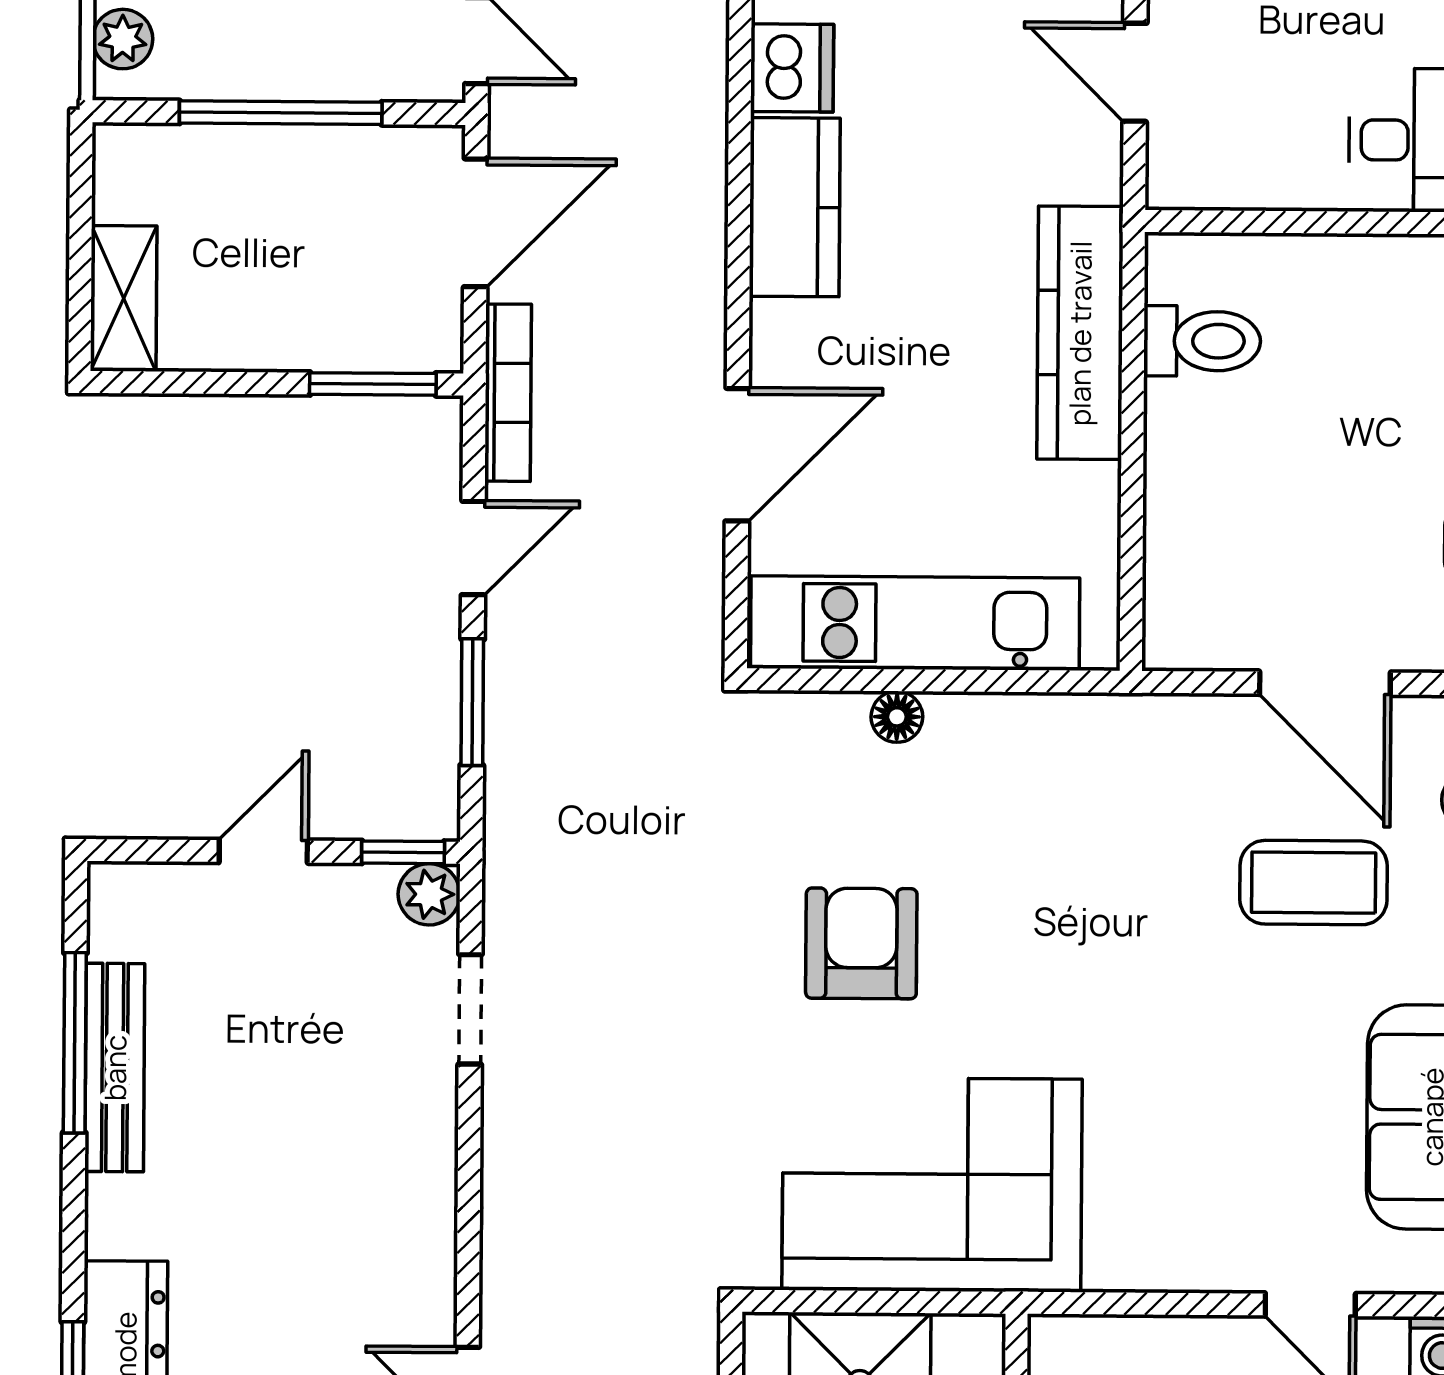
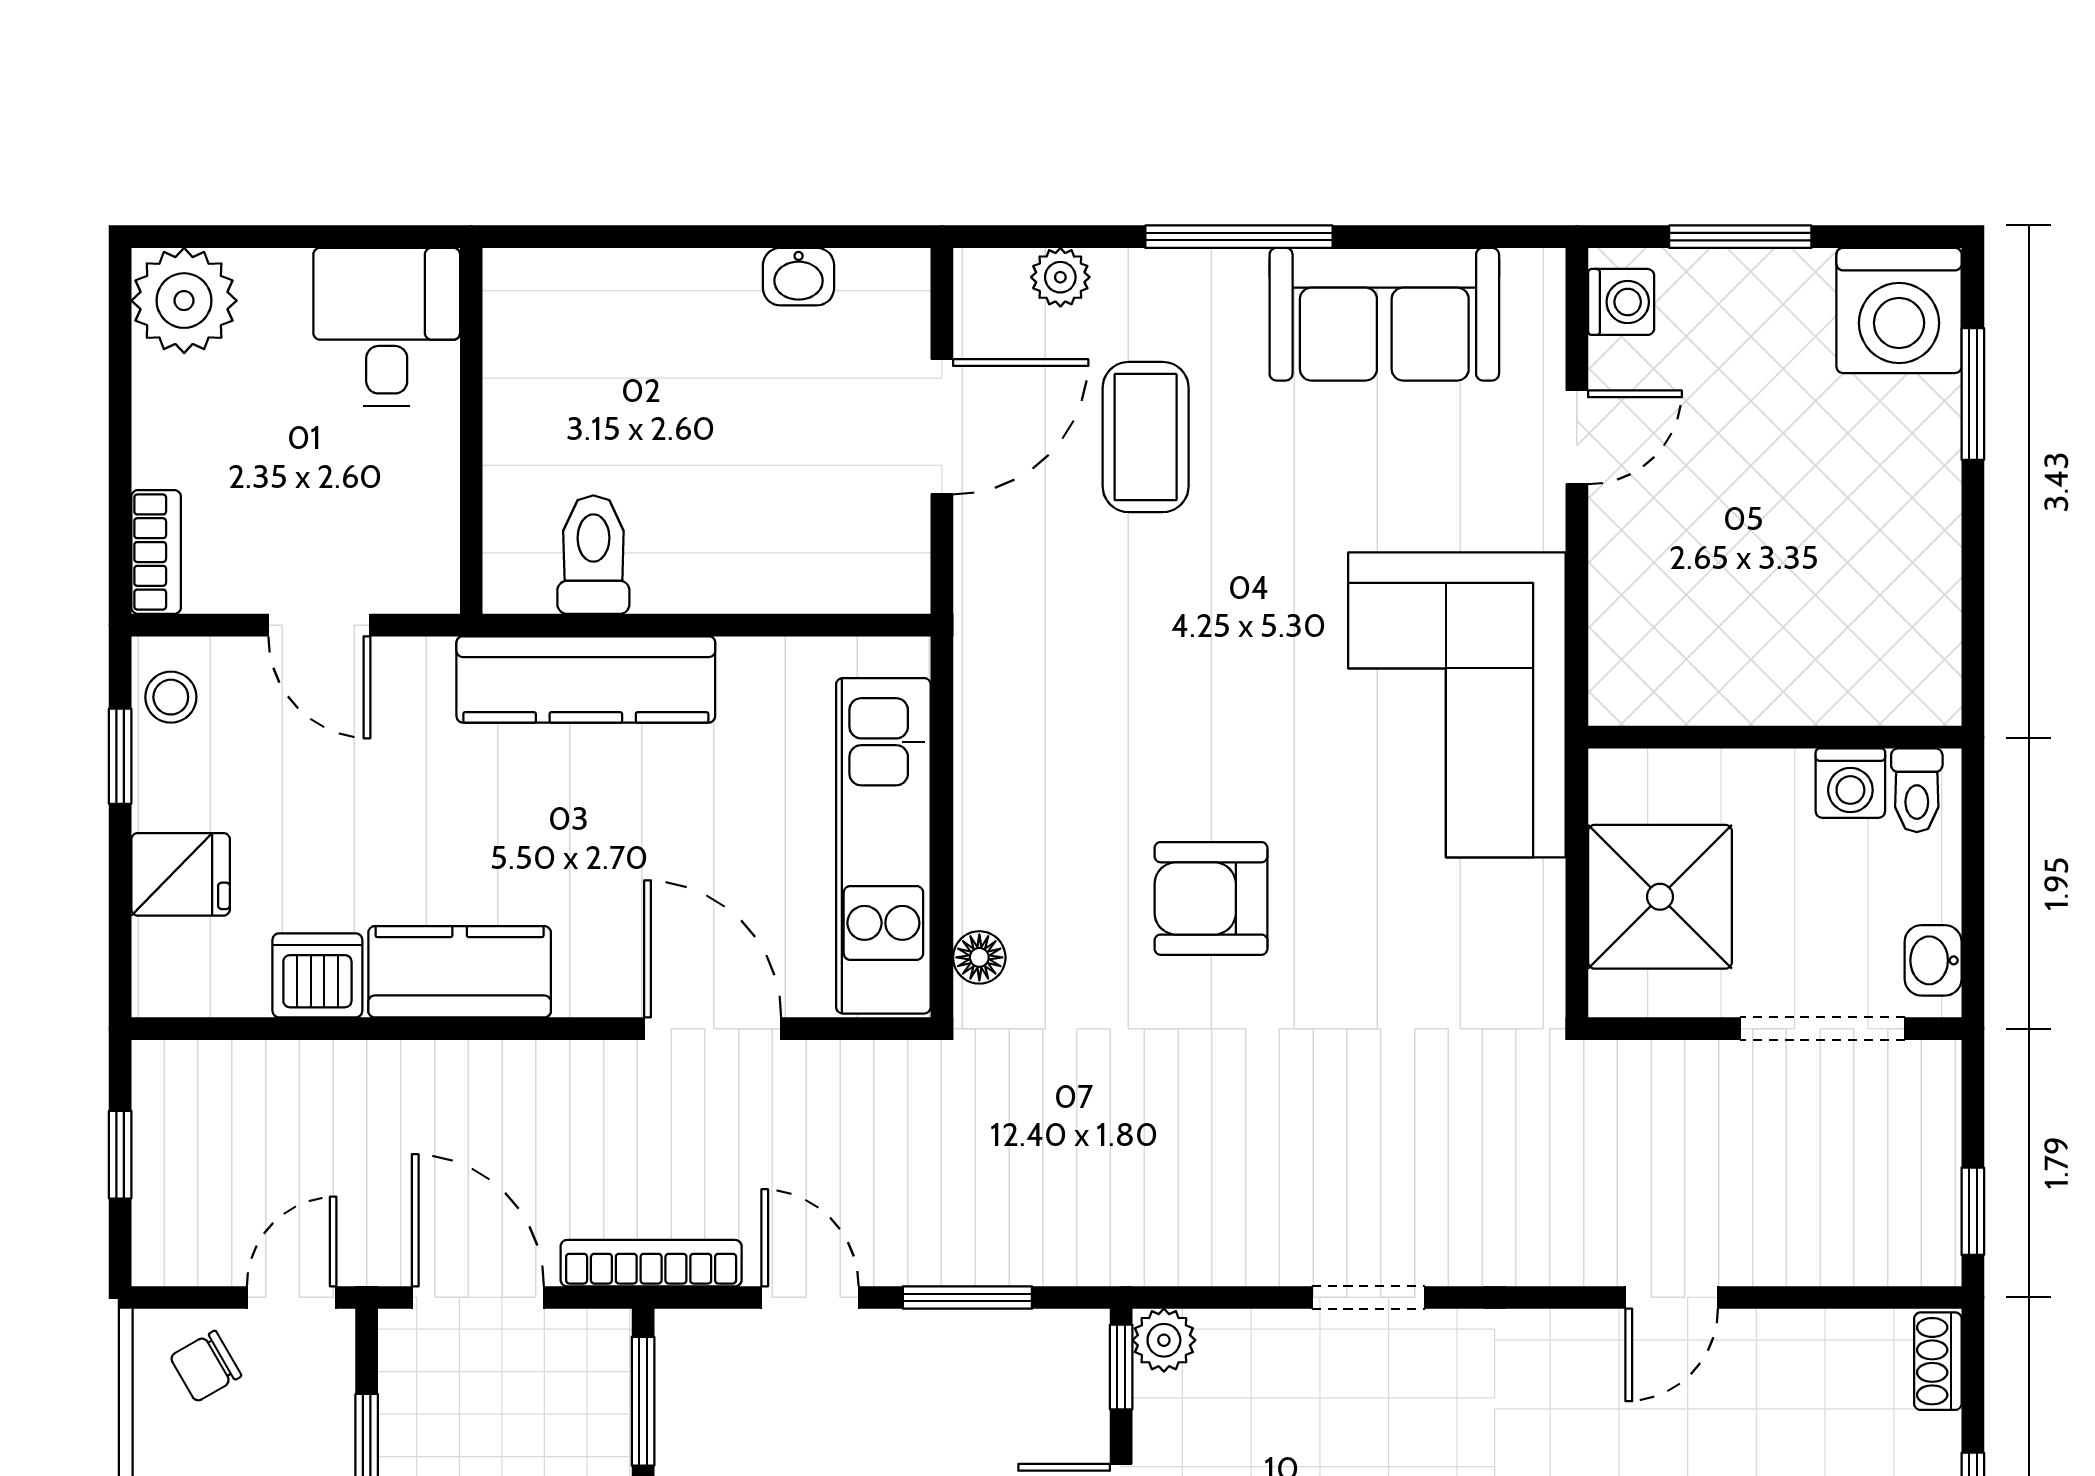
door: (1135, 72) -> (319, 625), hinge flipped
floor lamp: (897, 717) -> (979, 957), moved
doorway: (470, 1009) -> (1369, 1297), moved
corner sofa: (932, 1185) -> (1457, 705), moved

